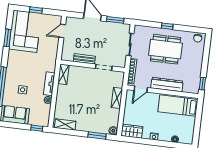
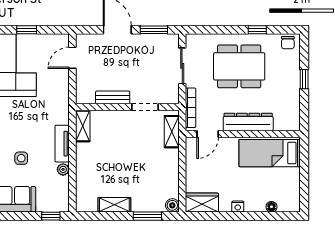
window: (167, 26) -> (257, 30), moved
window: (202, 84) -> (304, 79), moved
shelving: (117, 98) -> (172, 132), moved
shelving: (65, 124) -> (114, 205), moved

